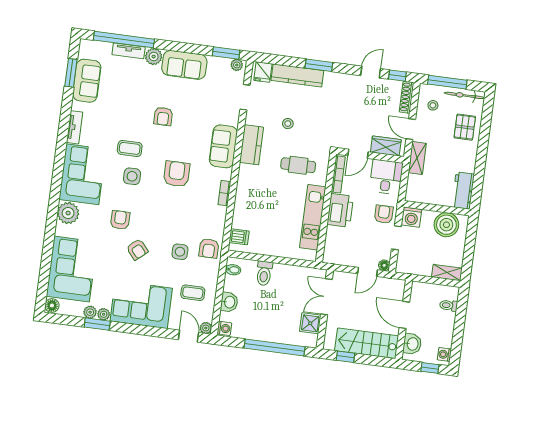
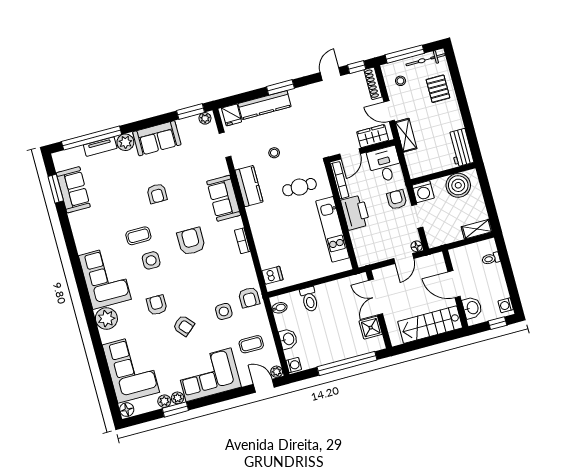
tv unit: (75, 127) -> (80, 237), removed
window: (345, 357) -> (416, 345), removed

